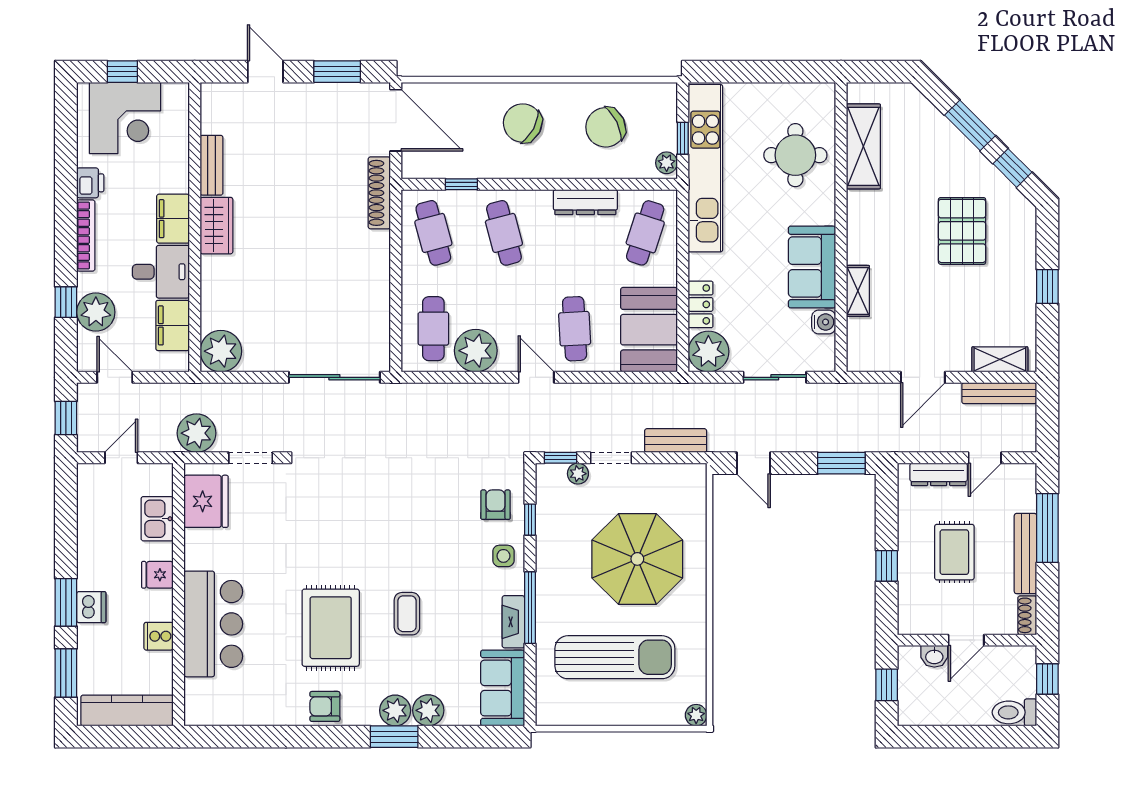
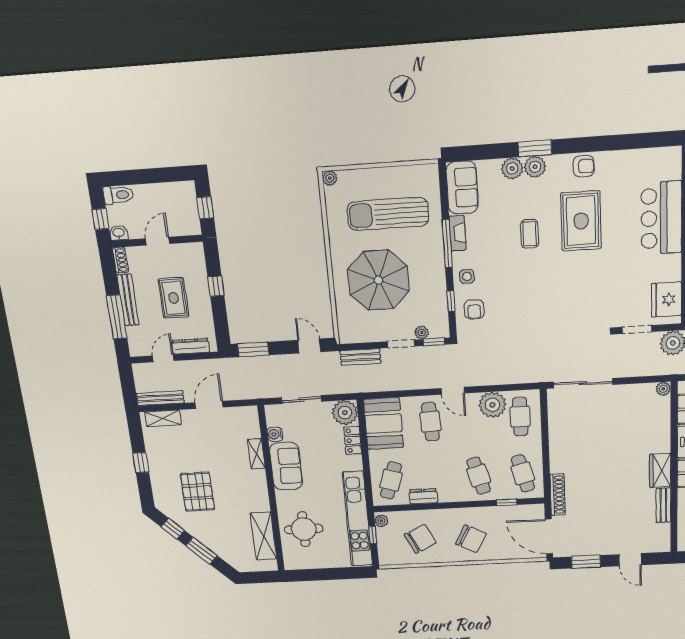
dresser: (585, 202) -> (423, 496), width x0.70
plant: (221, 351) -> (663, 389), width x0.53, depth x0.53
washbasin: (934, 656) -> (119, 233), moved

